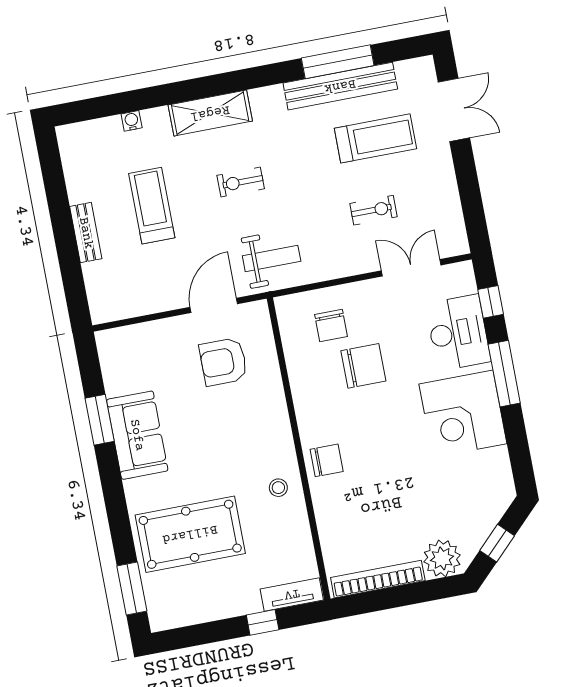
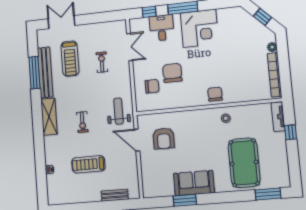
shelving: (210, 113) -> (49, 117), moved
treadmill: (375, 138) -> (70, 59), turned 180
bench: (86, 233) -> (115, 195), moved
double door: (411, 268) -> (130, 47), swing flipped
desk: (458, 333) -> (162, 28), width x0.73
plant: (442, 558) -> (272, 47), width x0.53, depth x0.53

